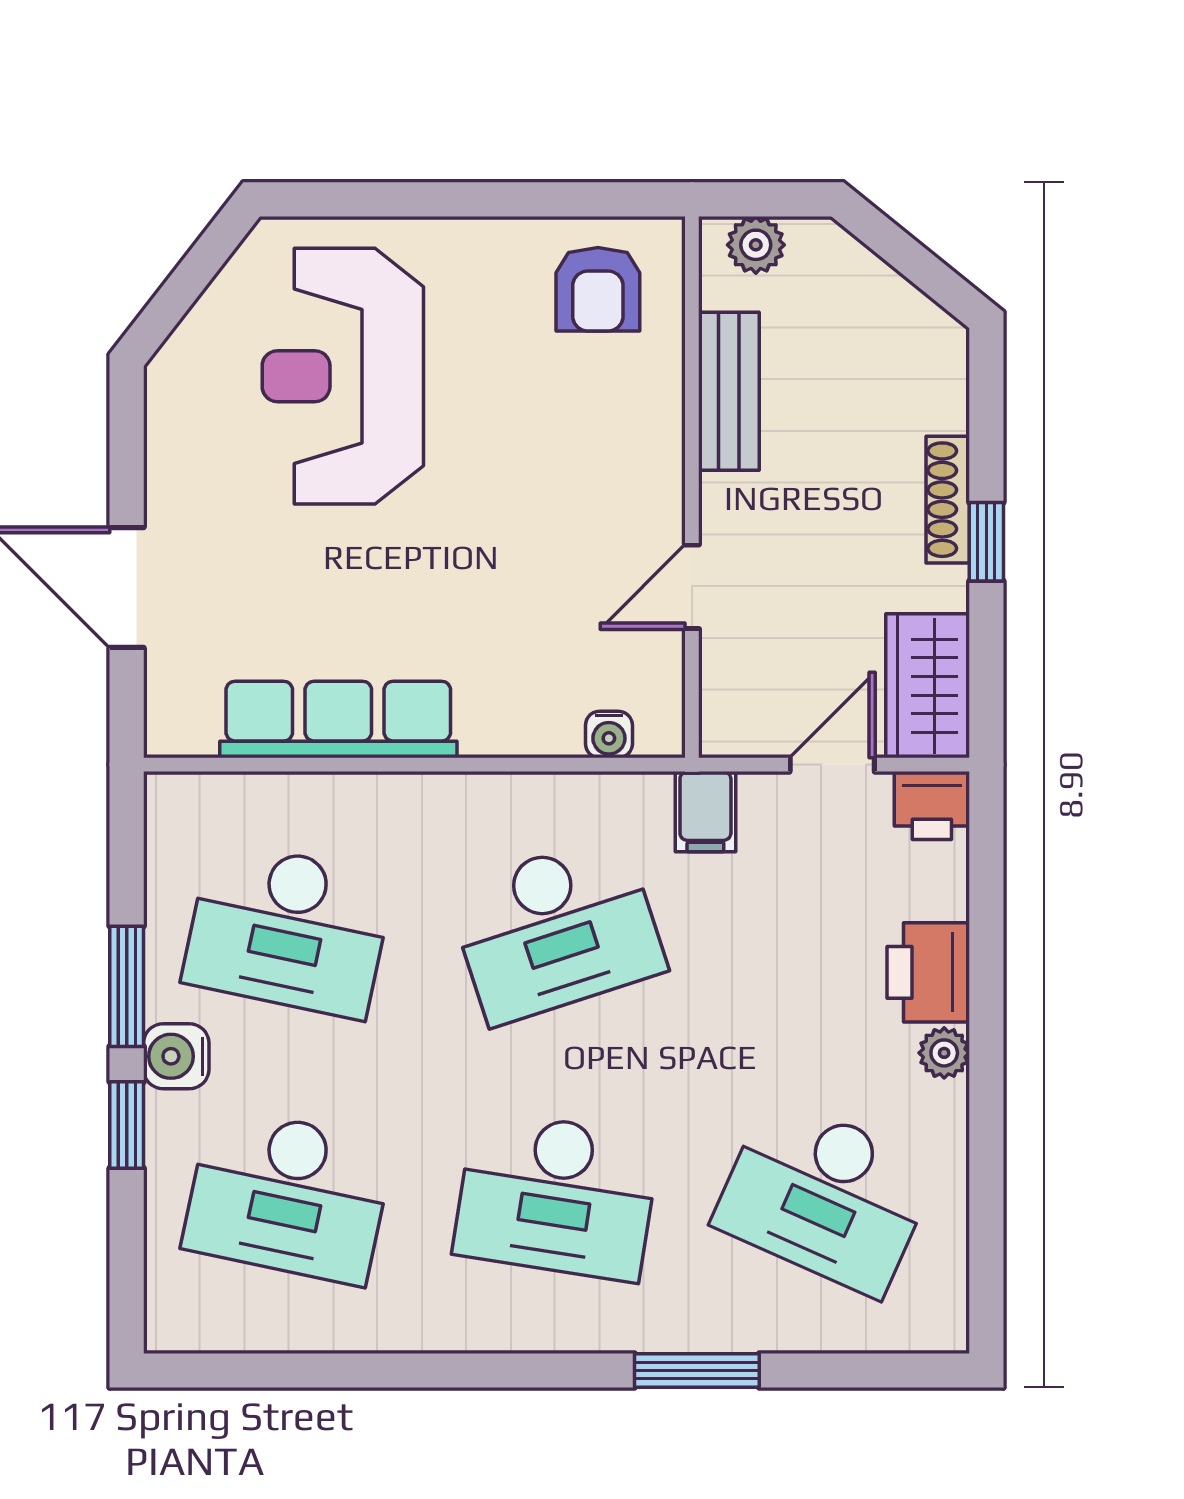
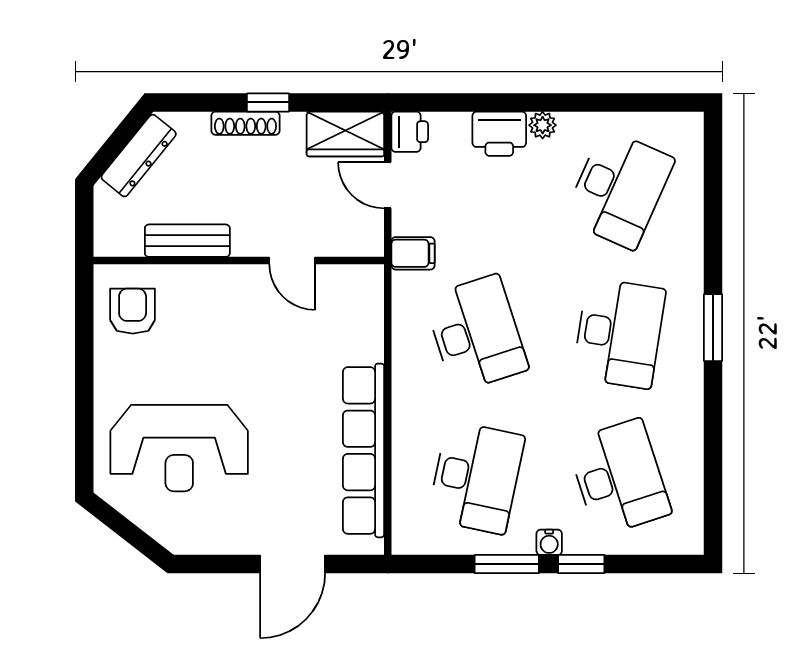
plant: (756, 245) -> (109, 226), removed
armchair: (598, 289) -> (133, 311), turned -90
dresser: (887, 301) -> (139, 156), added
row of seats: (338, 720) -> (364, 450), width x1.36
water cooler: (609, 735) -> (372, 305), removed
water cooler: (176, 1056) -> (549, 542), width x0.72, depth x0.72
desk: (288, 1196) -> (619, 477), turned -30
window: (697, 1371) -> (713, 328), moved

